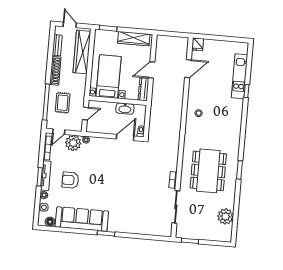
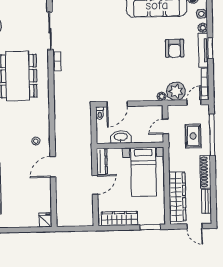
door: (188, 69) -> (53, 167), moved
armchair: (70, 180) -> (175, 48), turned 90

